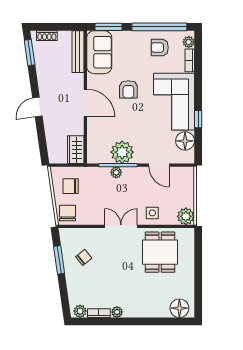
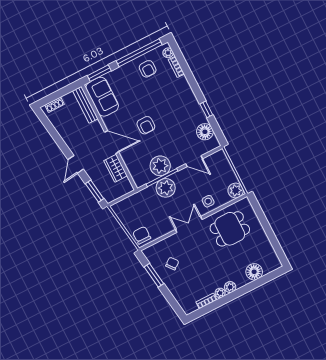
armchair: (160, 48) -> (148, 69), turned -90
window: (30, 53) -> (95, 191), moved
armchair: (128, 89) -> (146, 125), moved
corner sofa: (174, 102) -> (180, 105), removed
wardrobe: (76, 150) -> (116, 168), moved
plant: (116, 172) -> (166, 188), width x1.88, depth x1.88
chair: (71, 186) -> (133, 213), removed
dining table: (160, 252) -> (230, 229), turned 90
floor lamp: (179, 308) -> (254, 272), moved
plant: (80, 311) -> (230, 287), moved

